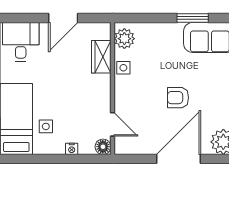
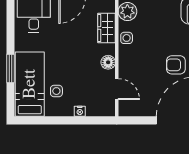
floor lamp: (103, 147) -> (108, 62), moved

